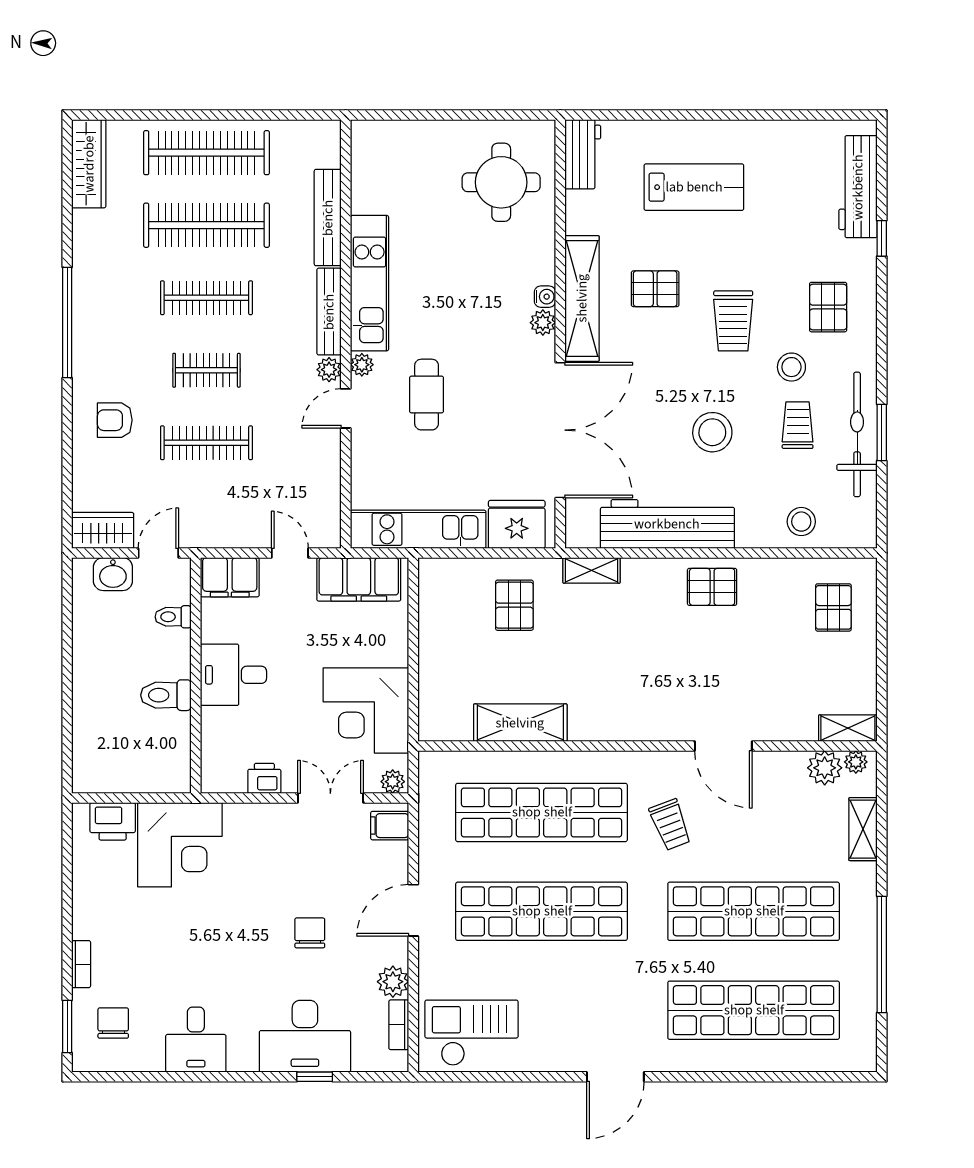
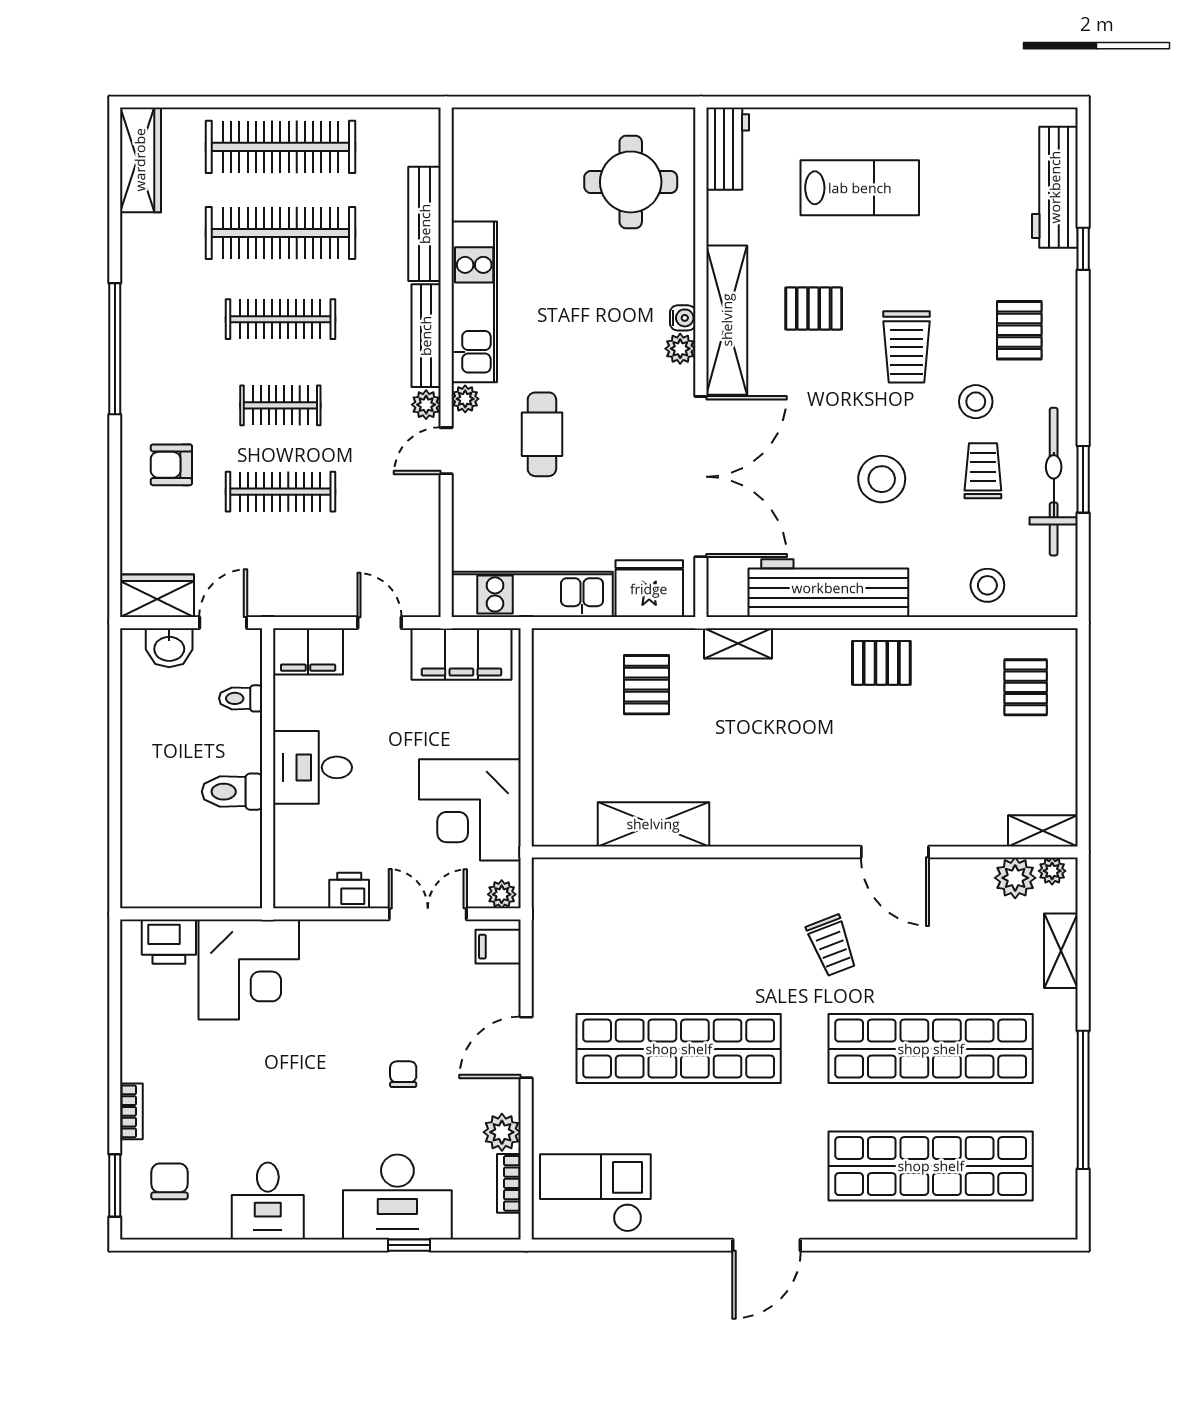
shop shelf: (542, 812) -> (679, 931), removed
chair: (310, 933) -> (403, 1074), width x0.73, depth x0.73

